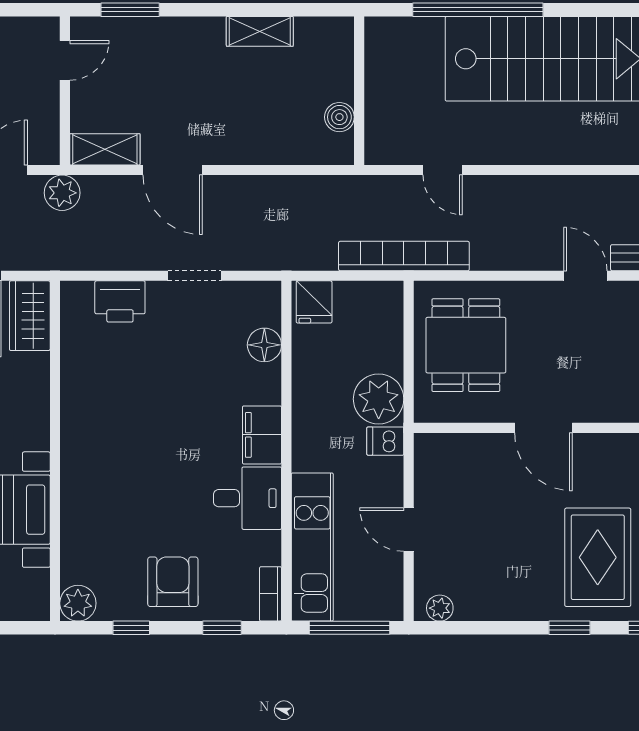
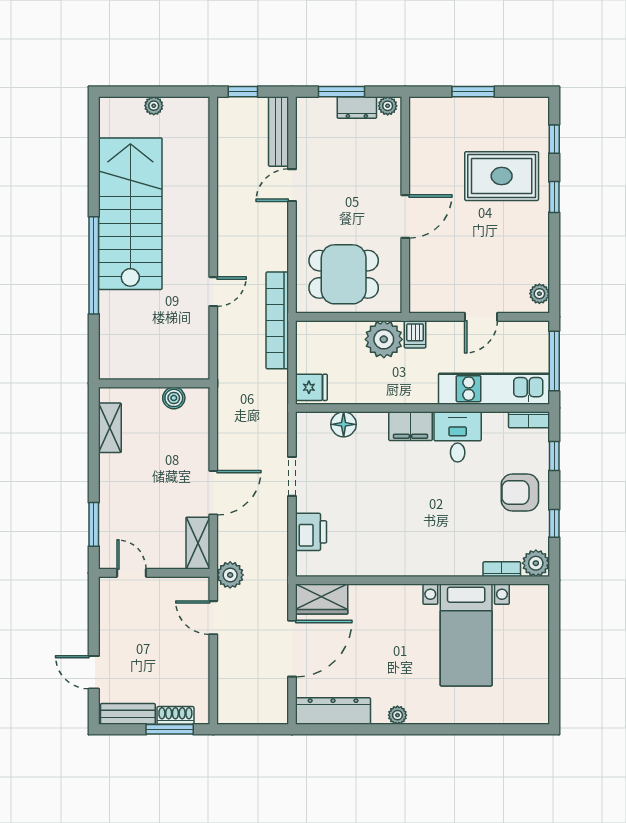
wall: (359, 91) -> (154, 383), moved
boiler: (339, 117) -> (174, 398), moved
bookcase: (70, 558) -> (502, 569), added

